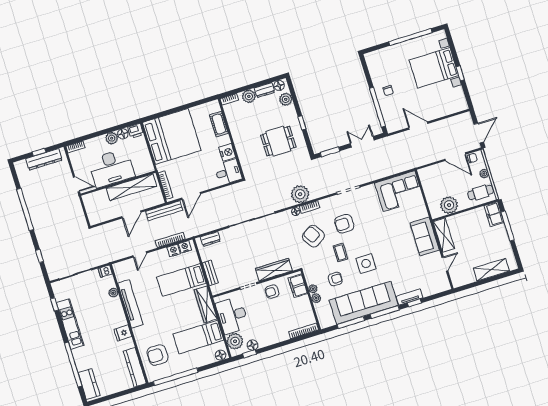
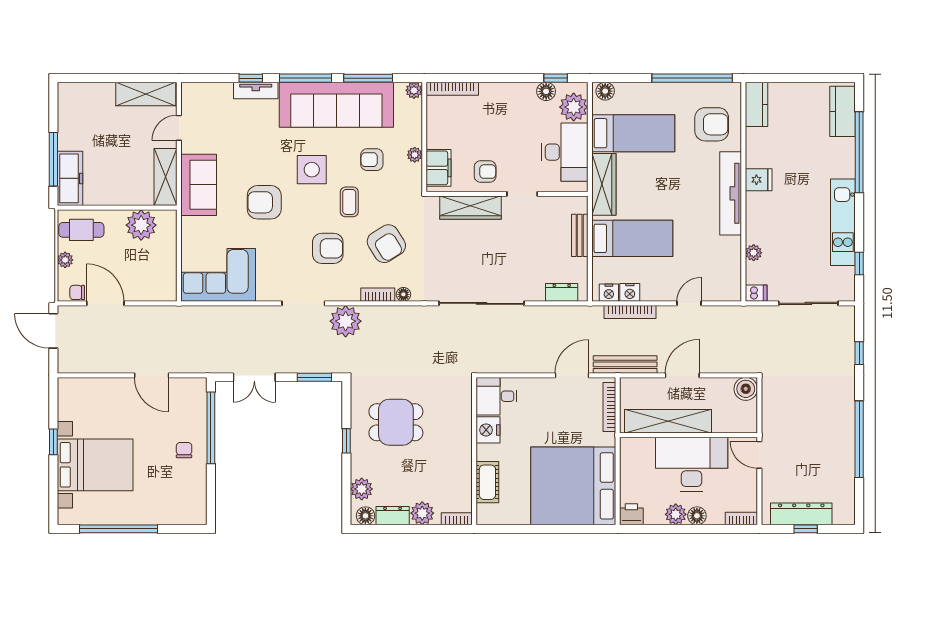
door: (479, 133) -> (53, 331), hinge flipped
floor lamp: (123, 134) -> (697, 516), moved
plant: (300, 194) -> (346, 321), moved
freezer: (494, 214) -> (70, 178), width x1.40
boiler: (95, 218) -> (746, 389), added
armchair: (386, 238) -> (264, 202), added
shelving: (491, 270) -> (146, 94), moved
plant: (316, 298) -> (414, 90), moved
tv unit: (130, 304) -> (731, 193), moved
kitchen counter: (135, 367) -> (757, 104), width x0.67

